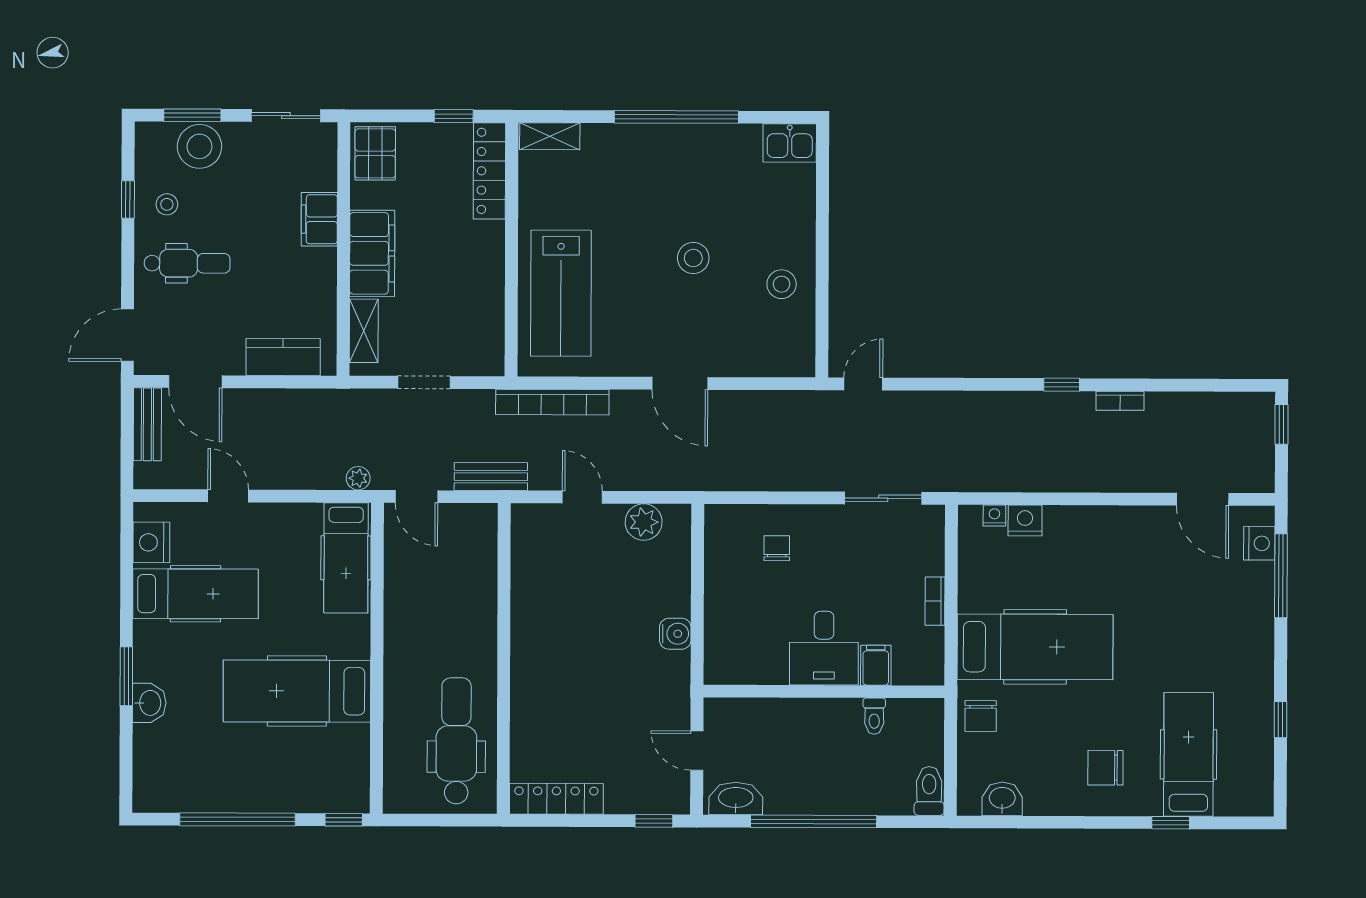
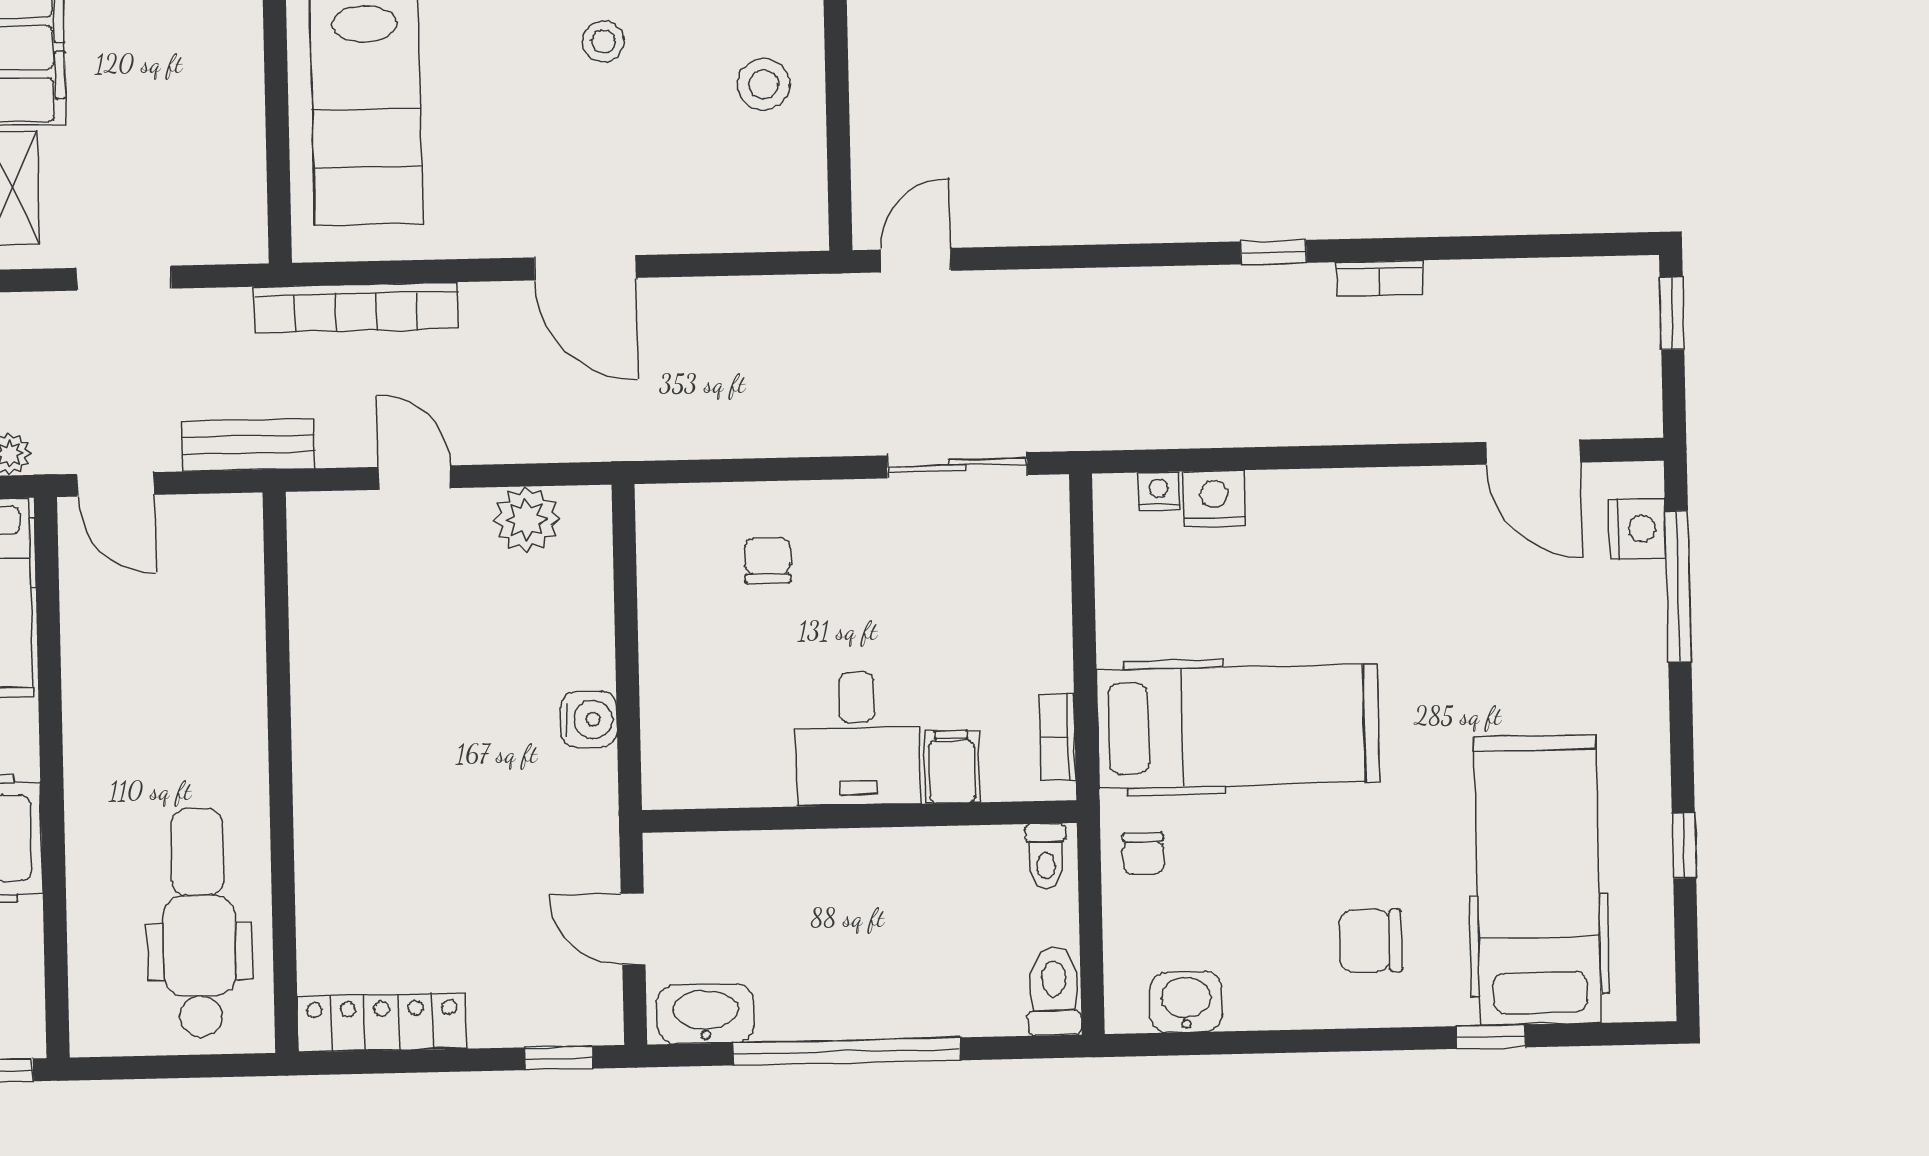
stool: (693, 258) -> (603, 41), width x0.73, depth x0.73
bookcase: (935, 601) -> (1058, 737), moved
toilet: (874, 716) -> (1046, 857), moved
chair: (981, 716) -> (1143, 853), width x0.73, depth x0.73
hospital bed: (1189, 754) -> (1538, 880), width x1.37, depth x1.29

